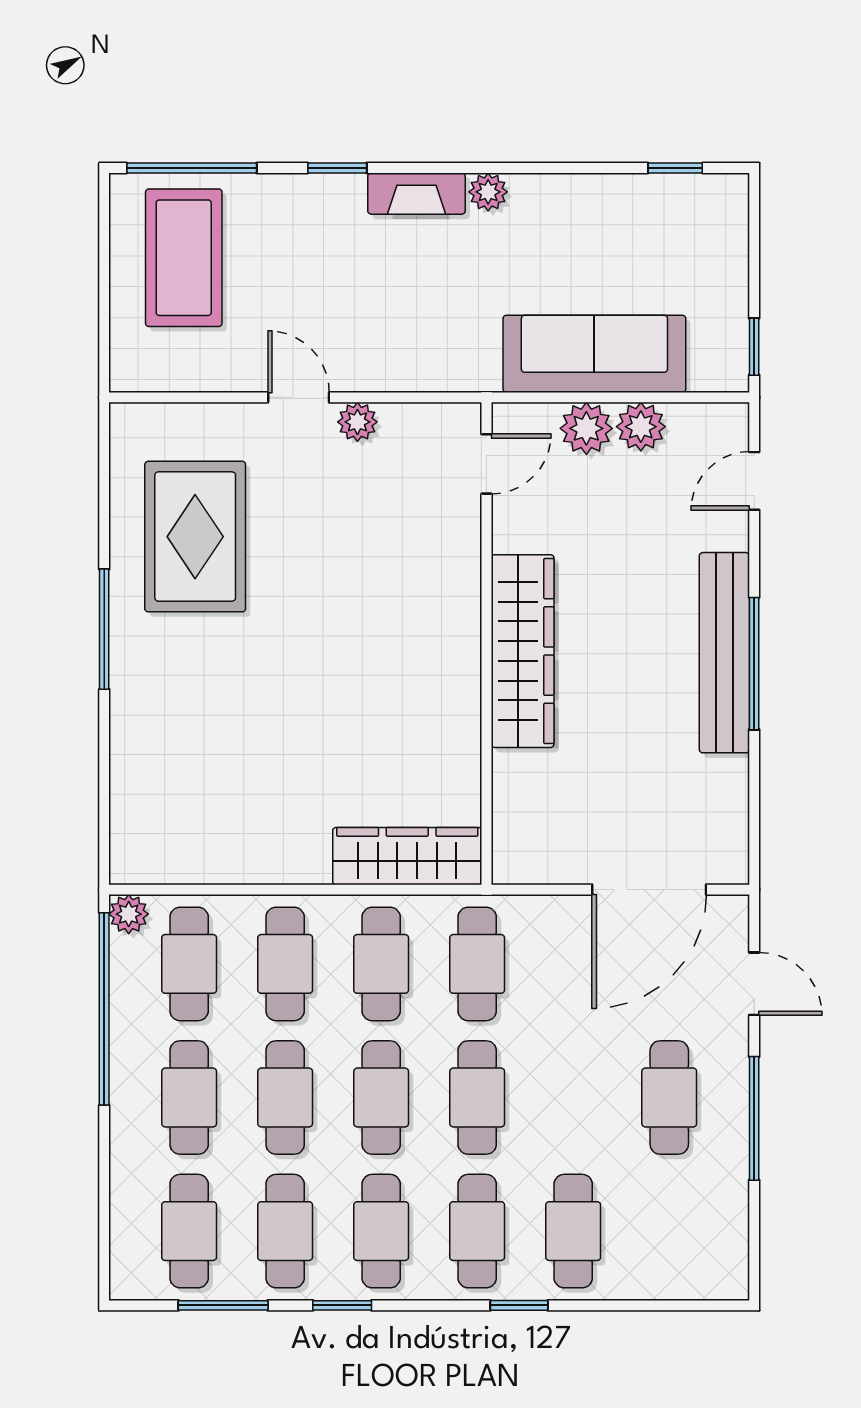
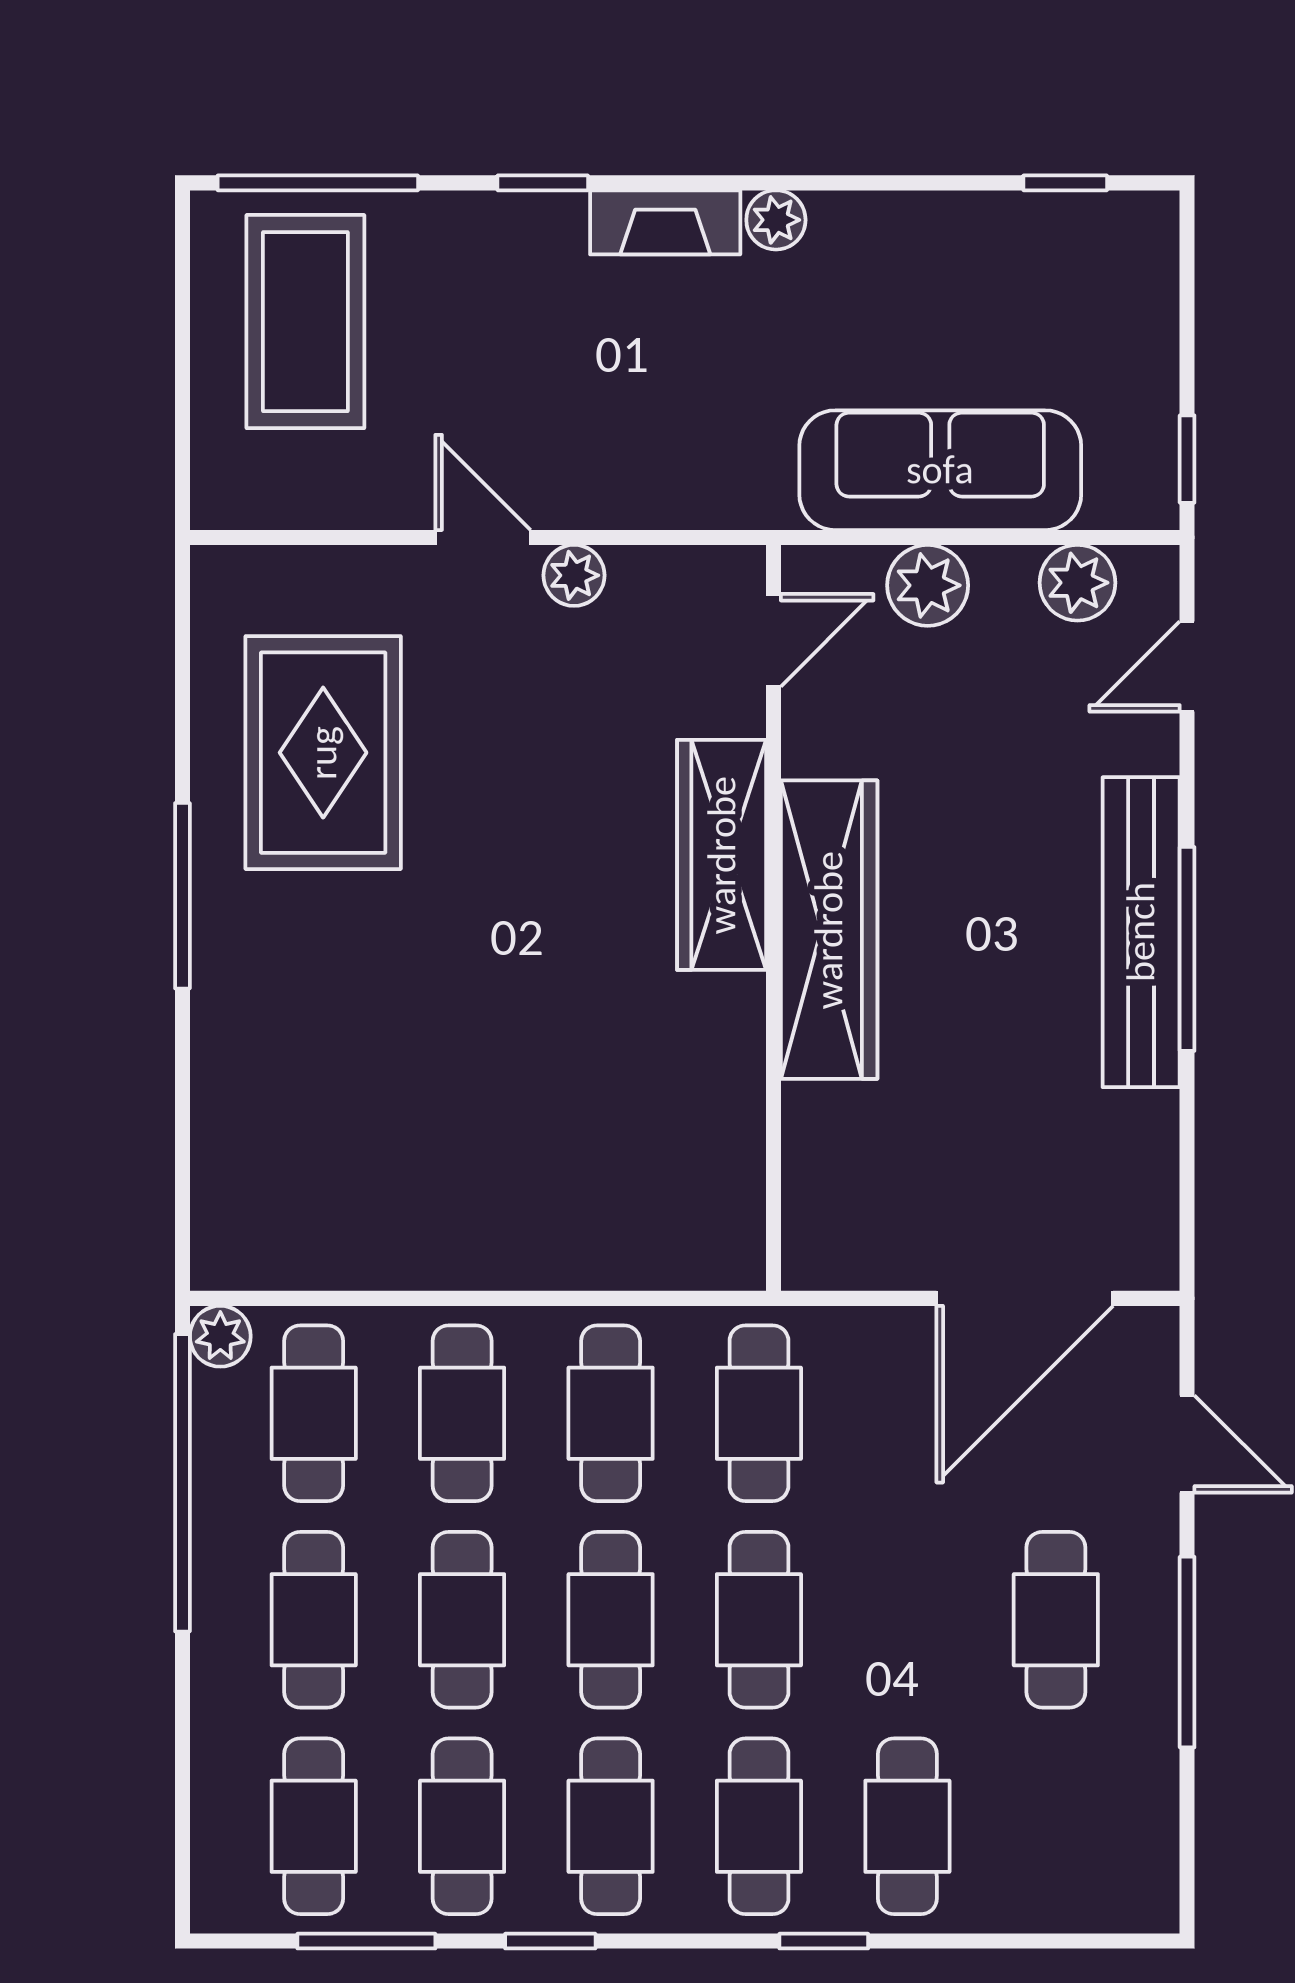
plant: (641, 427) -> (1077, 583), moved
wardrobe: (407, 856) -> (722, 855), moved, turned -90

